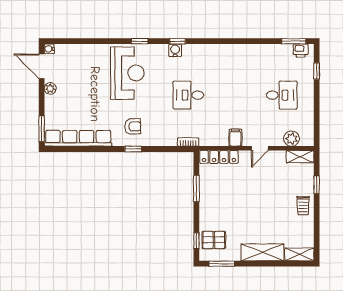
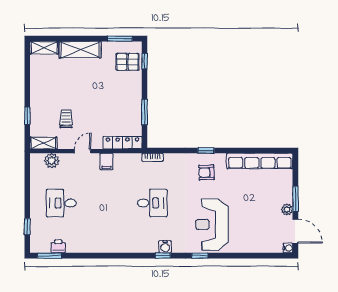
printer: (301, 51) -> (58, 246), moved
window: (42, 129) -> (295, 199), moved
trolley: (303, 206) -> (66, 119), moved

